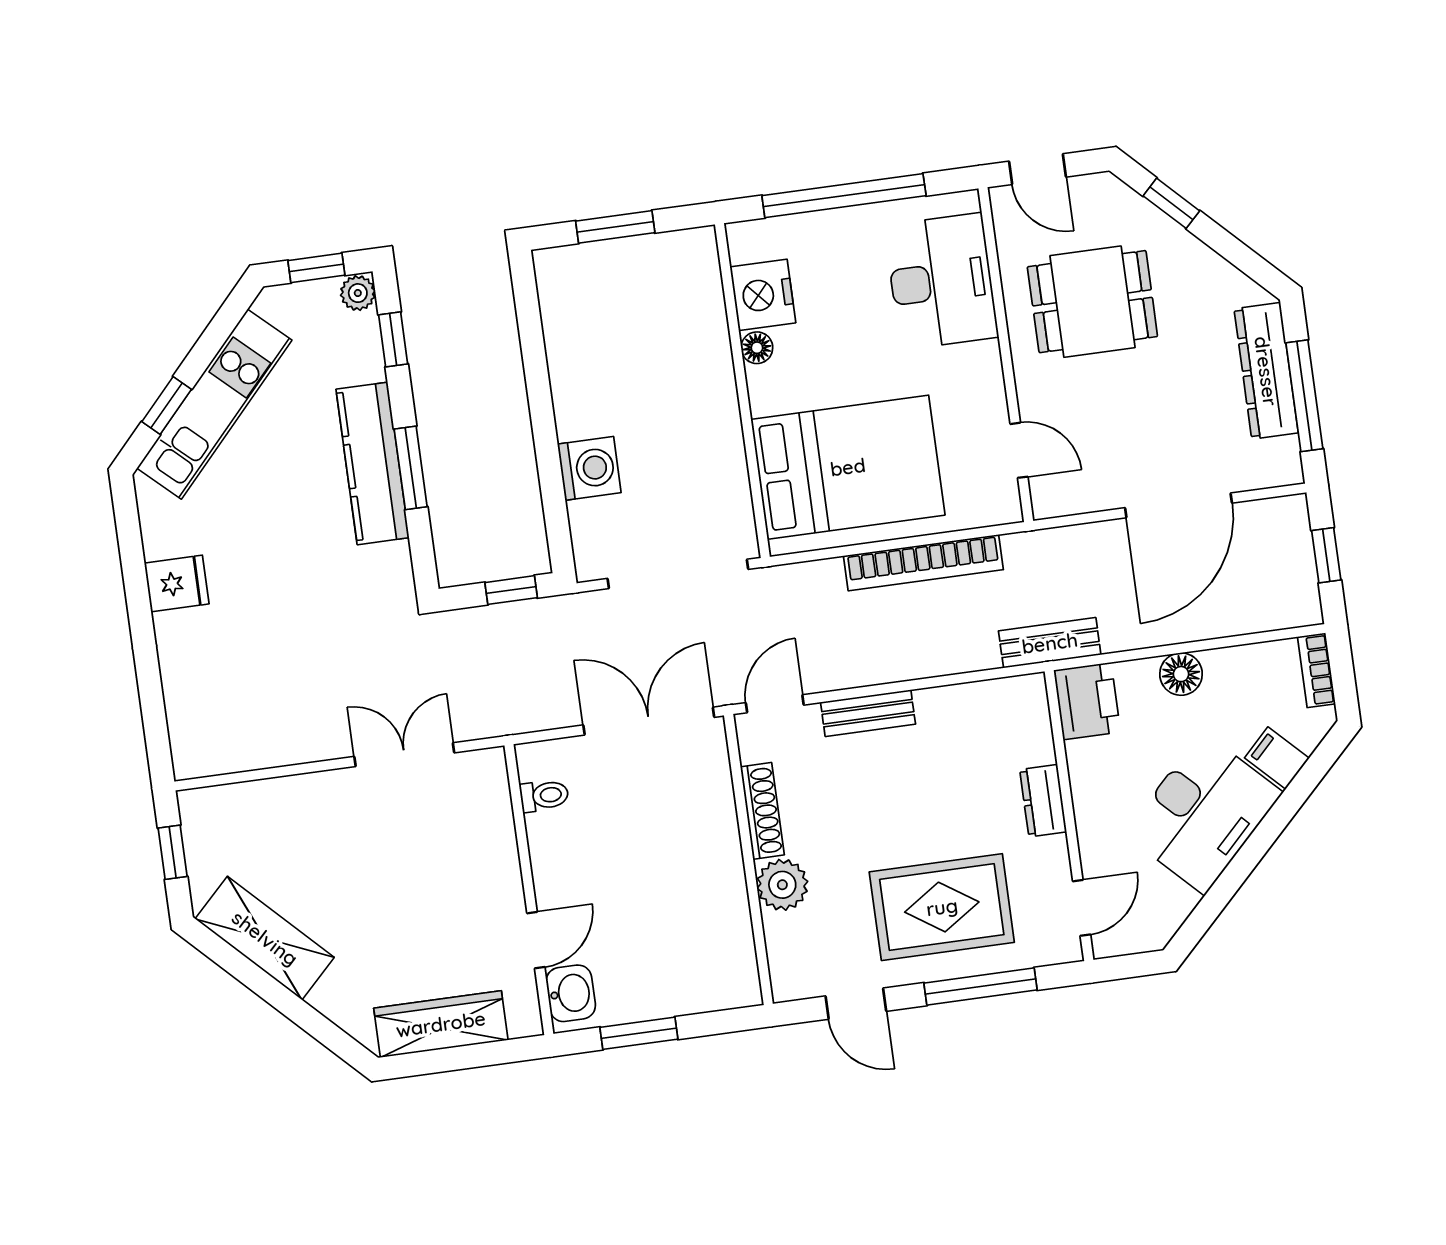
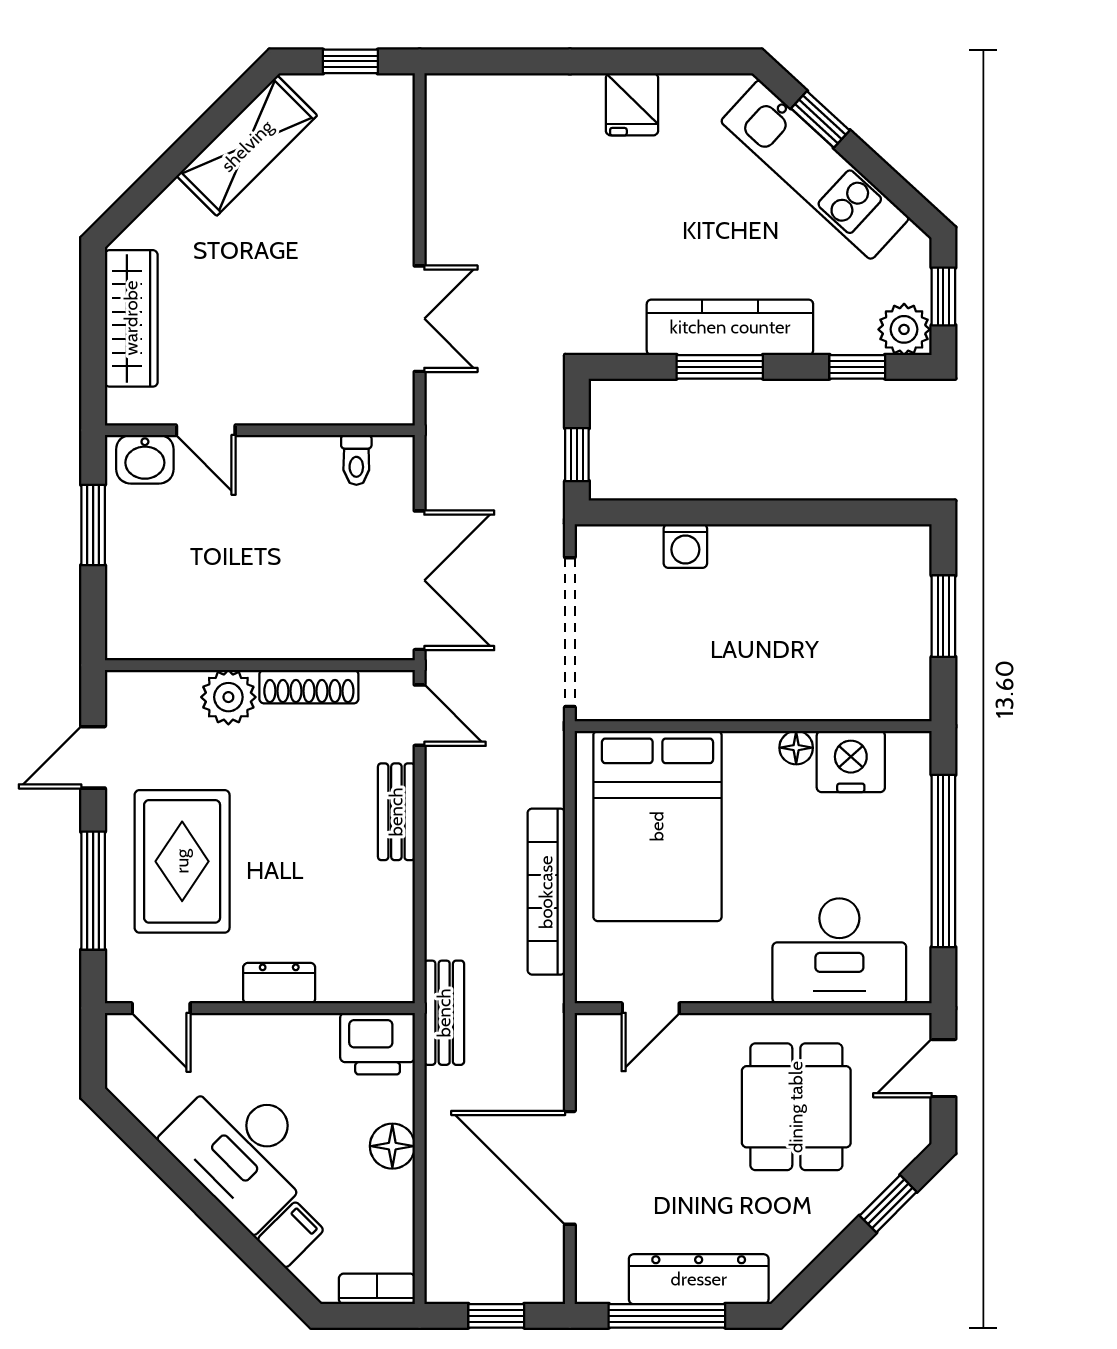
plant: (358, 293) -> (904, 329), width x1.38, depth x1.38
washing machine: (589, 468) -> (685, 546), width x0.73, depth x0.73

